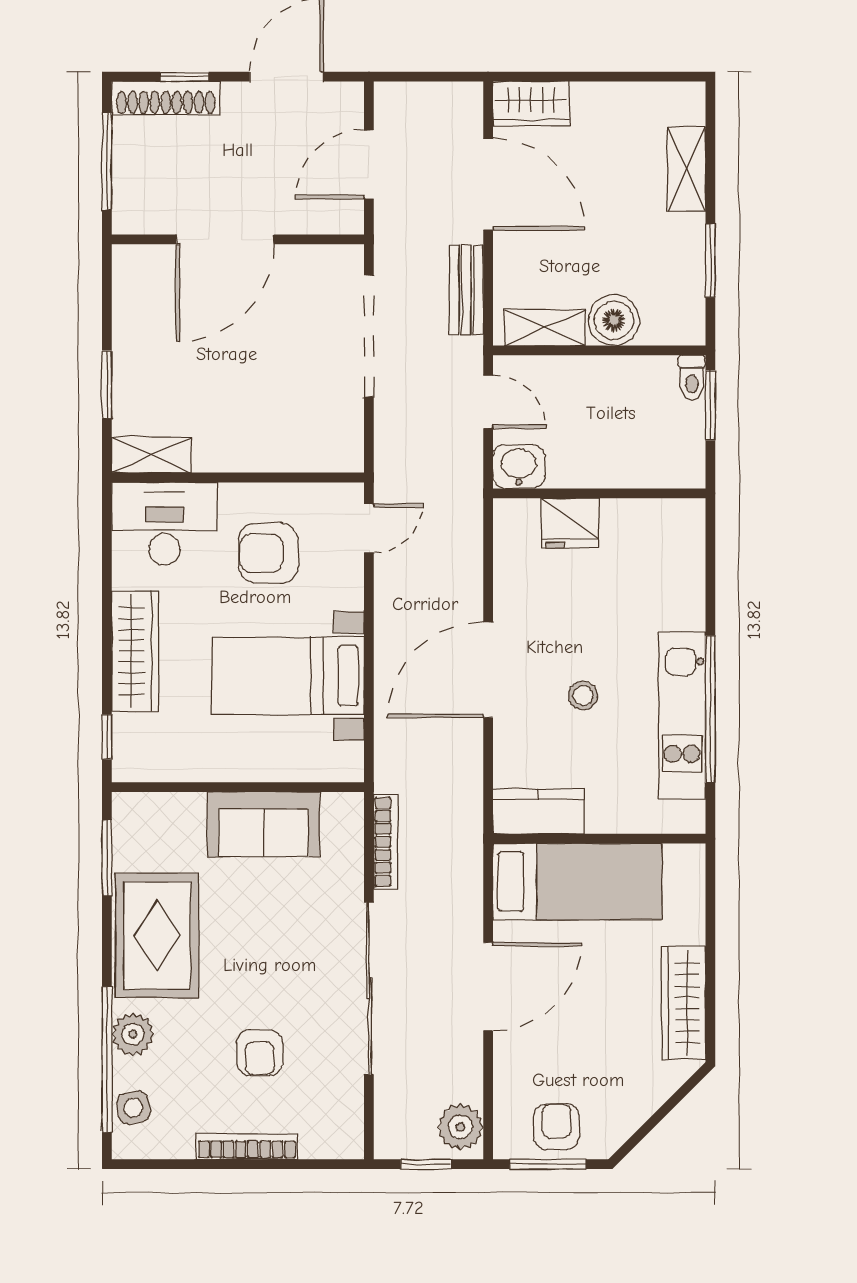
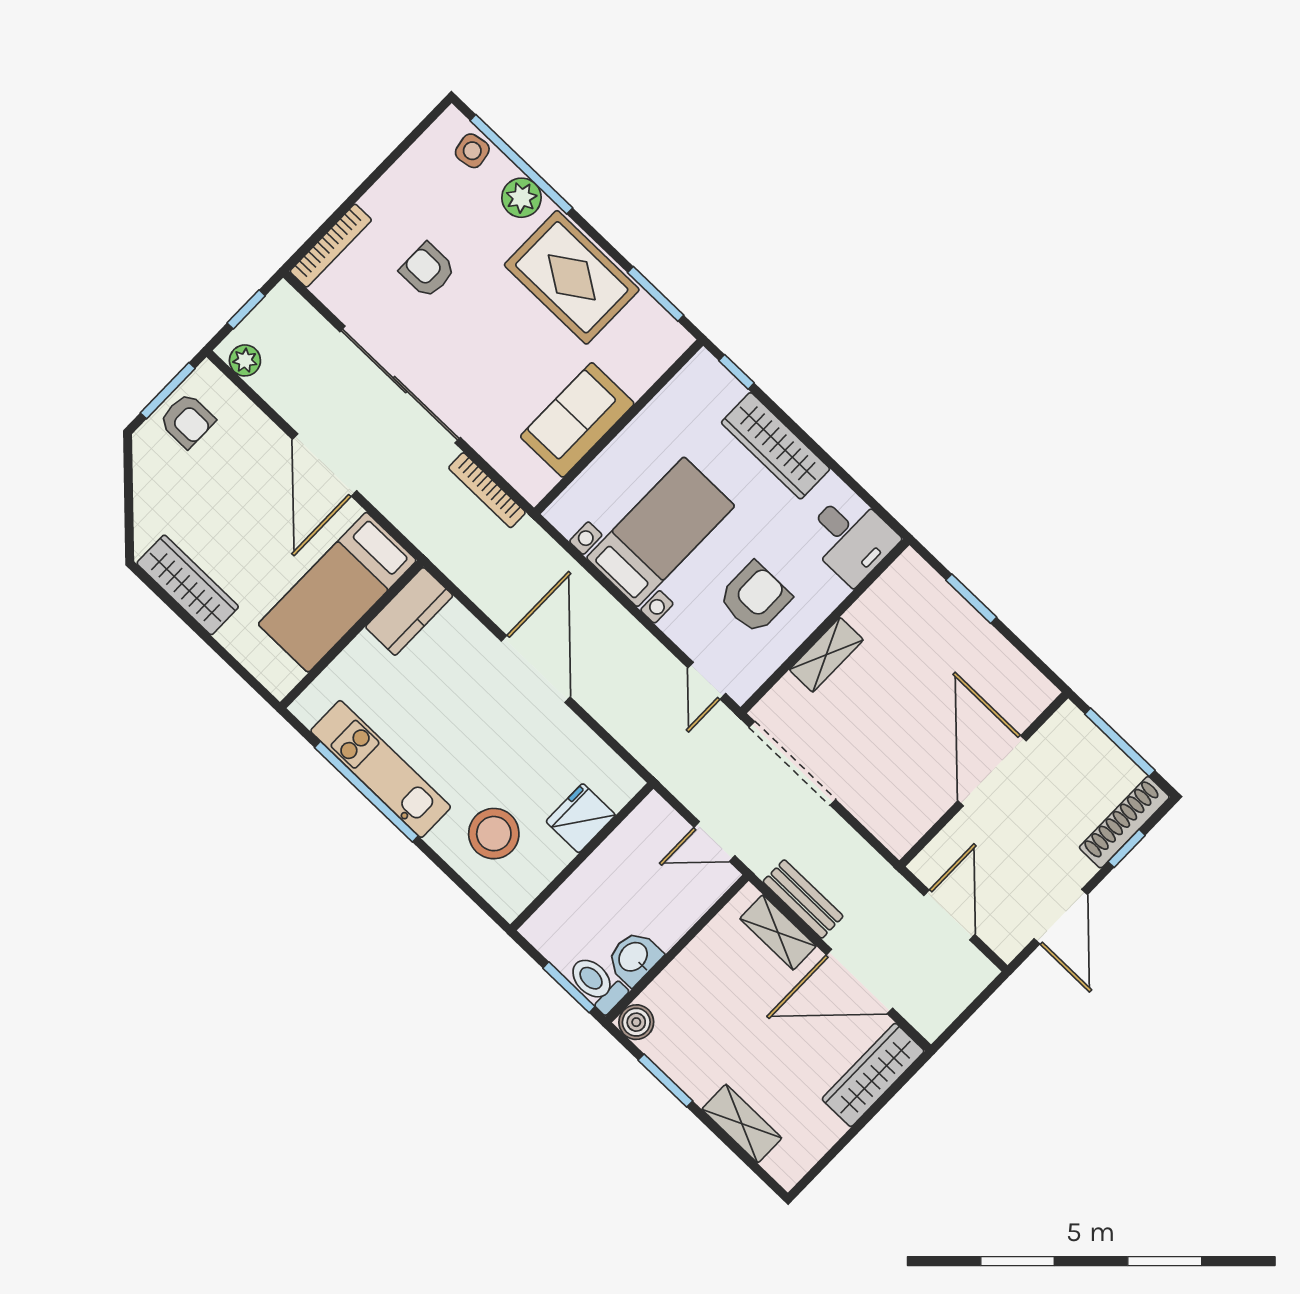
wardrobe: (531, 104) -> (873, 1075), width x1.50
boiler: (614, 320) -> (636, 1022), moved, width x0.73, depth x0.73
shelving: (545, 328) -> (778, 932), moved, turned 90
doorway: (369, 336) -> (792, 763), moved
toilet: (692, 378) -> (597, 984), width x1.37, depth x1.39
shelving: (151, 455) -> (826, 655), moved
washbasin: (519, 467) -> (634, 958), moved, turned 180
desk: (164, 524) -> (851, 538), width x0.73
stool: (583, 695) -> (494, 834), moved, width x1.89, depth x1.89
plant: (460, 1127) -> (245, 360), width x0.73, depth x0.73
bookcase: (247, 1146) -> (331, 246), moved

